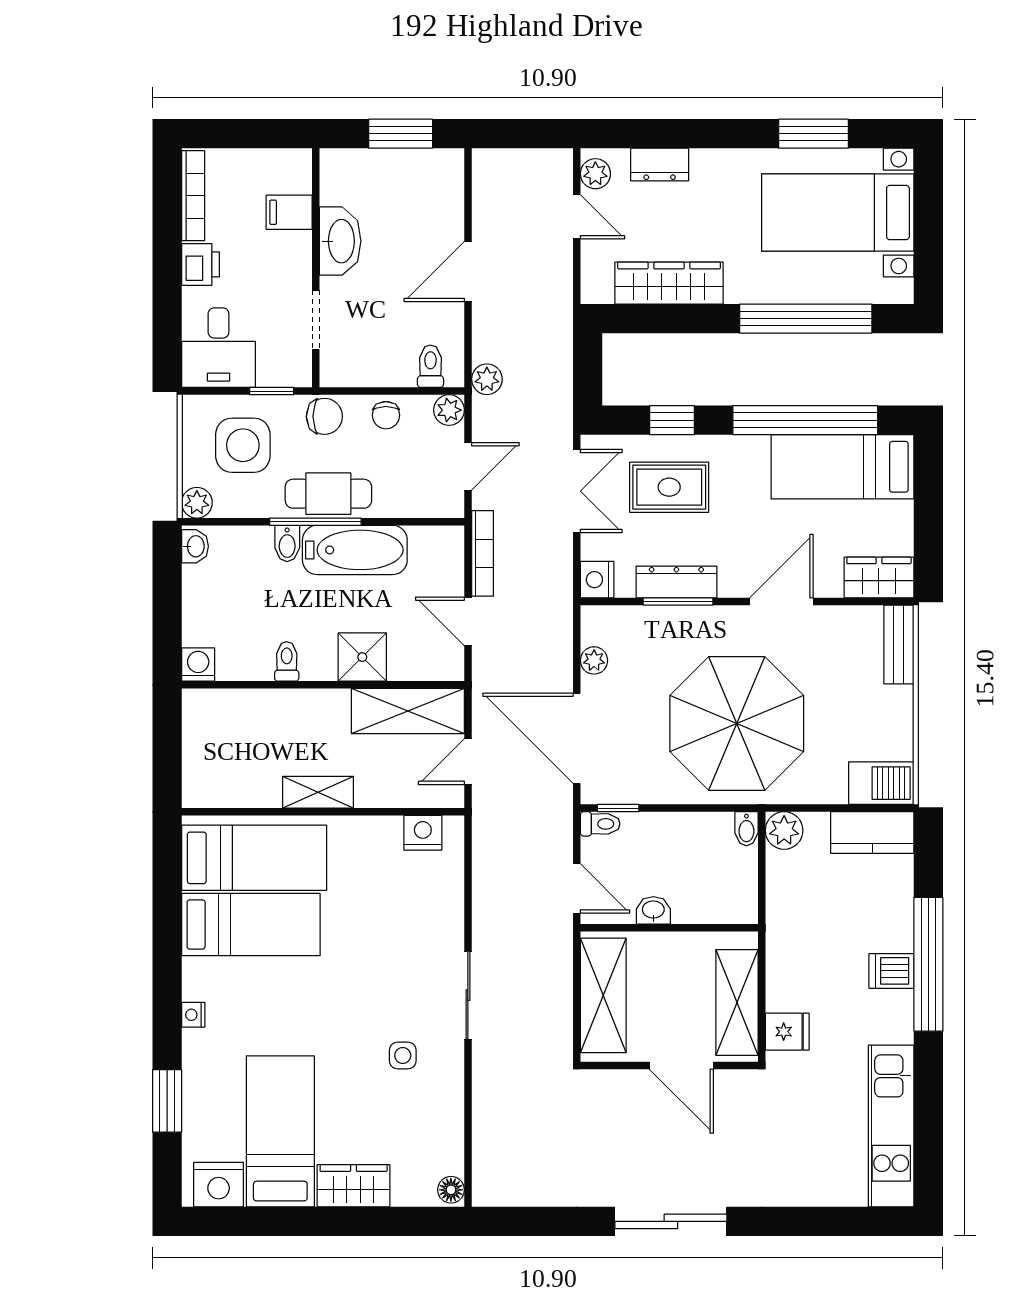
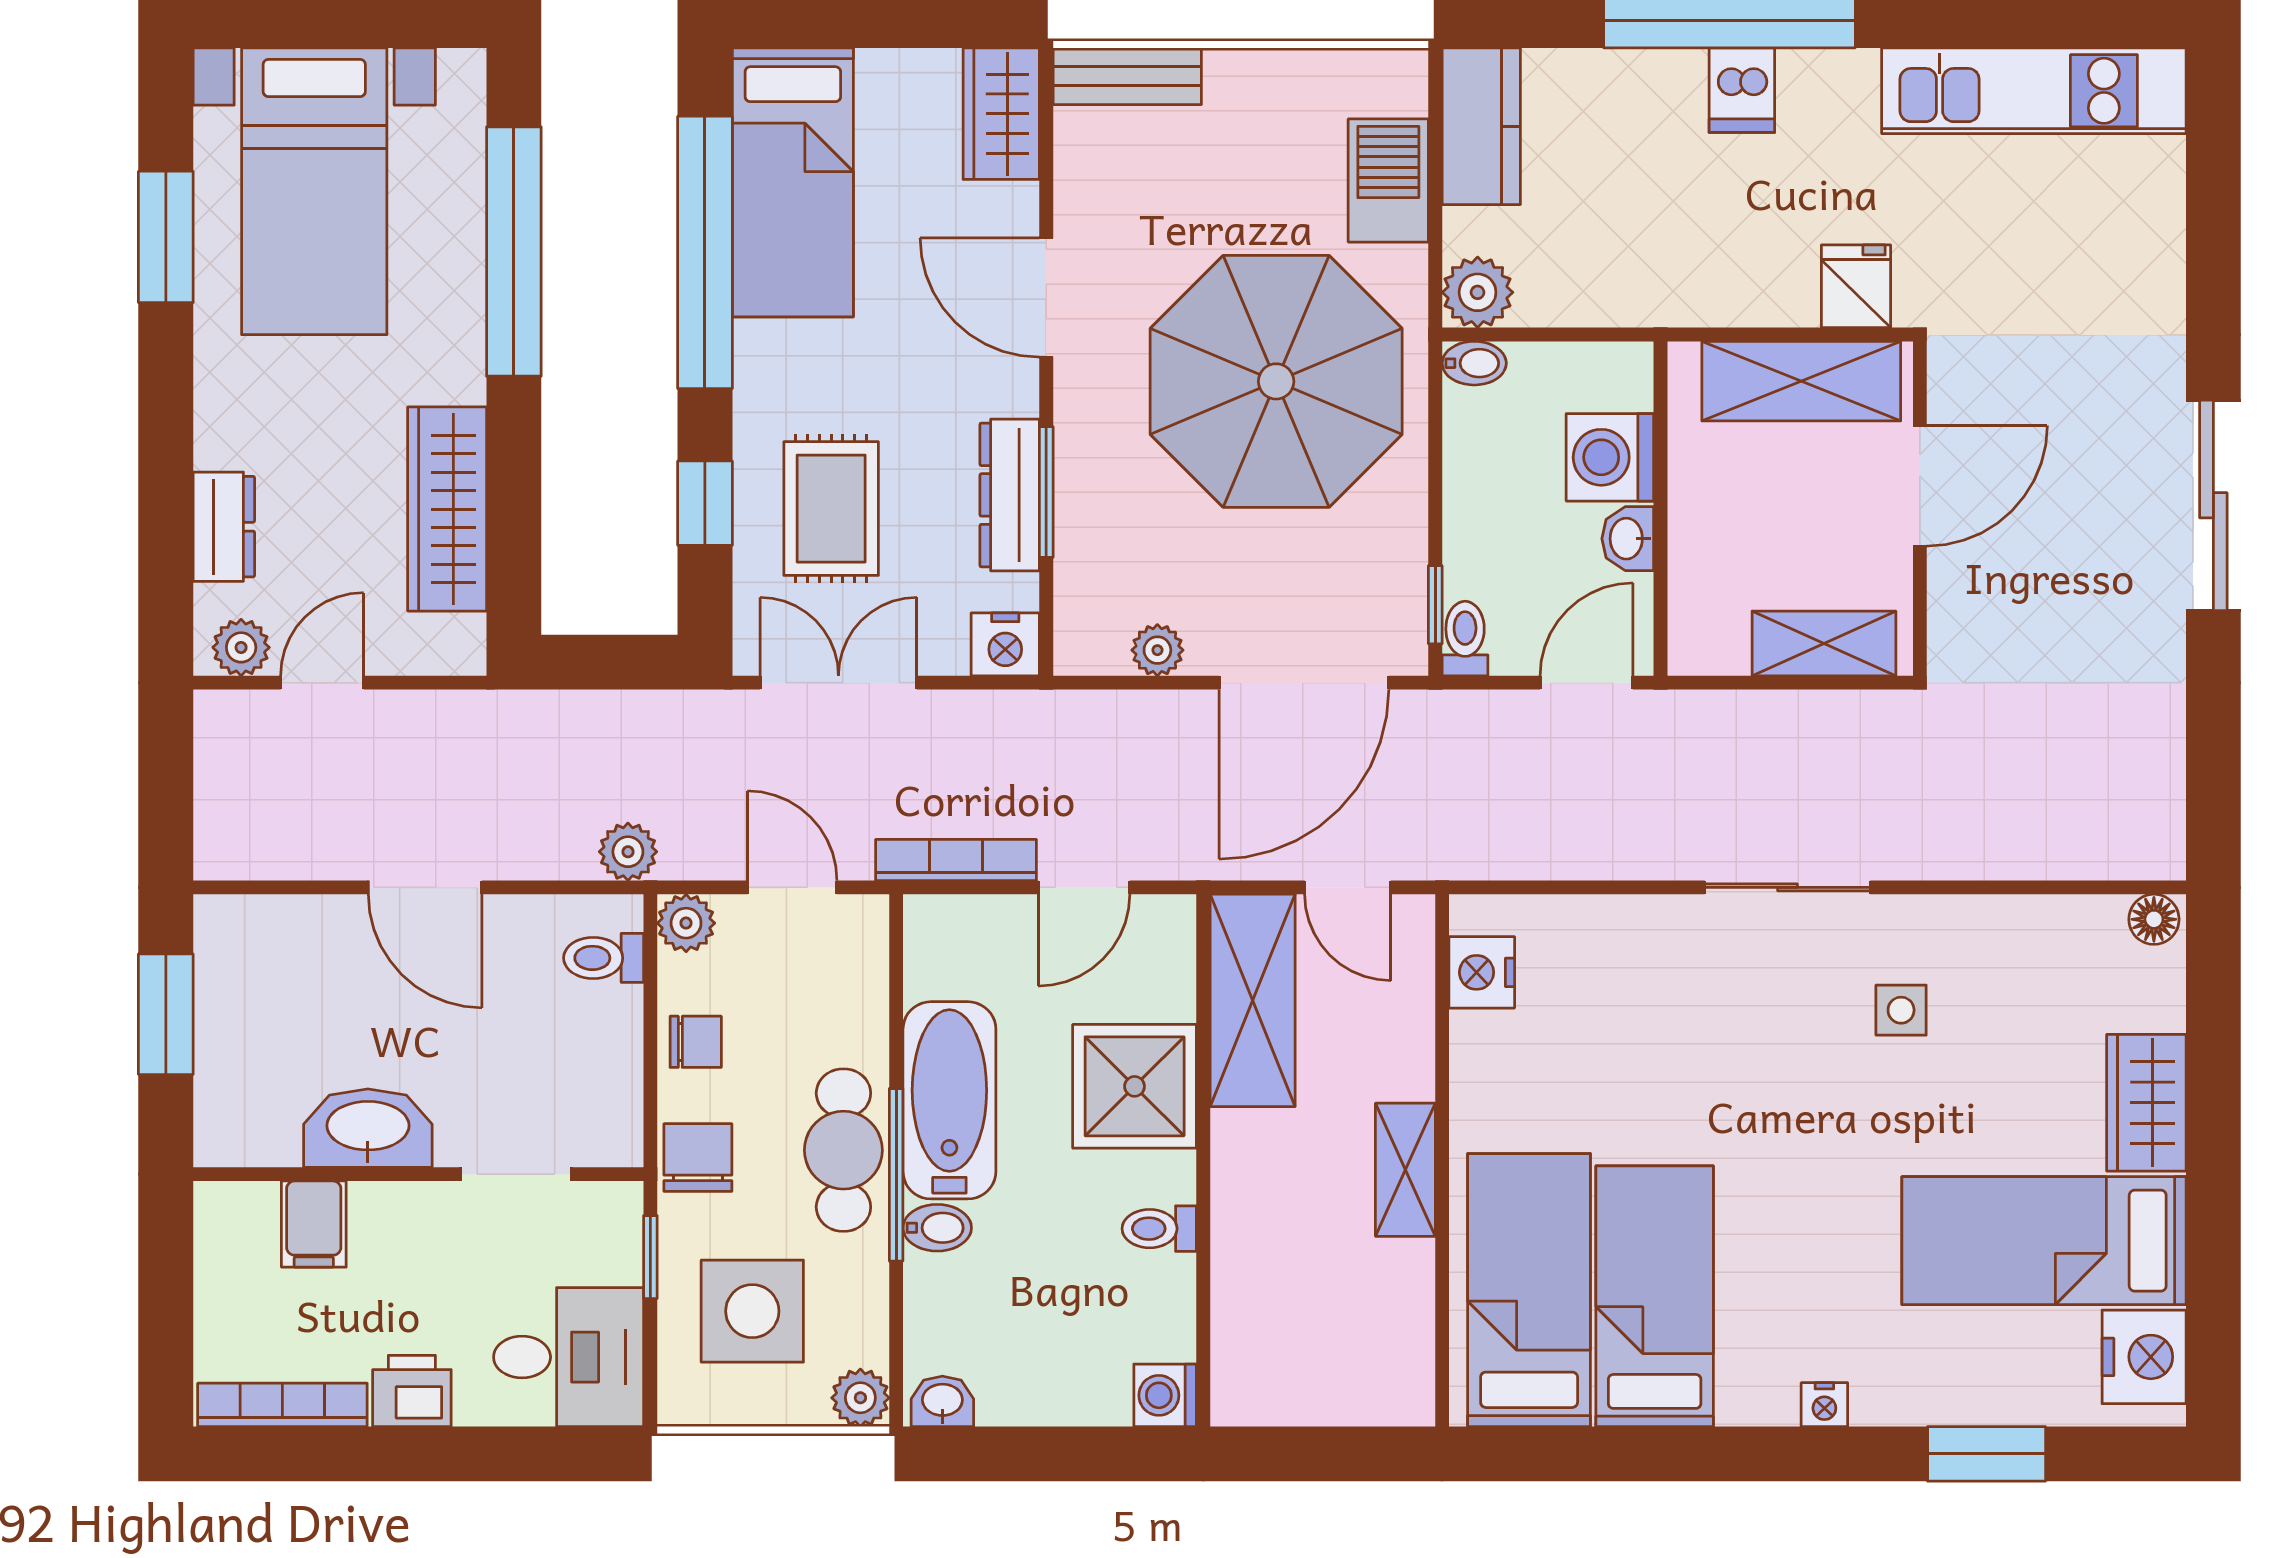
shower: (362, 657) -> (1135, 1086), width x1.36, depth x1.36
barbecue: (881, 783) -> (1388, 180), moved
washing machine: (696, 901) -> (1610, 457), added
shelving: (603, 995) -> (1824, 643), width x0.67, depth x0.75

